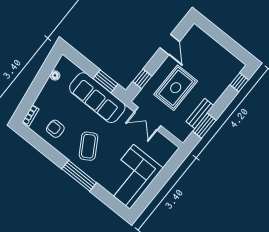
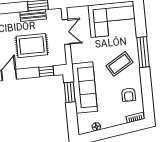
double door: (148, 119) -> (66, 32), moved

